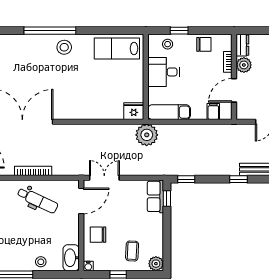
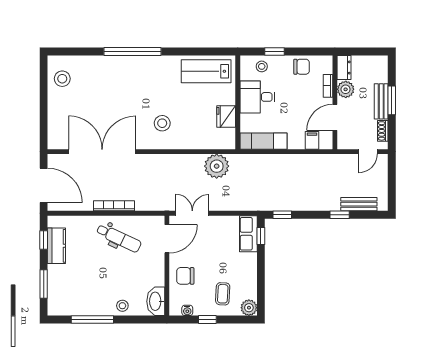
stool: (64, 47) -> (162, 123), moved
fridge: (134, 111) -> (226, 116), moved, turned -90
plant: (147, 135) -> (217, 166), moved
water cooler: (88, 266) -> (187, 310), moved

